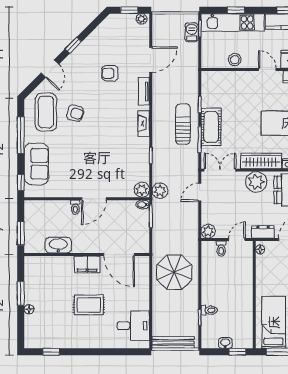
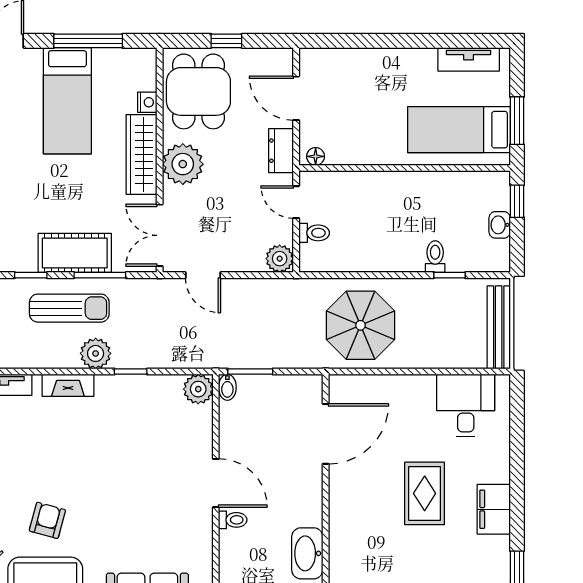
sun lounger: (183, 124) -> (69, 308), turned 180
plant: (160, 191) -> (96, 353), moved
filing cabinet: (87, 264) -> (494, 509), moved, turned 180

